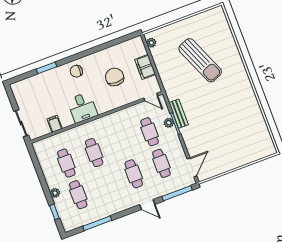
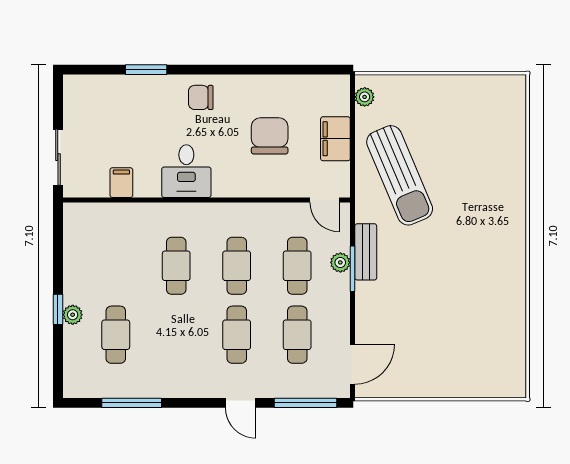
sun lounger: (200, 60) -> (400, 175), moved
cafe table: (66, 163) -> (237, 266), moved
window: (54, 212) -> (58, 309), moved

